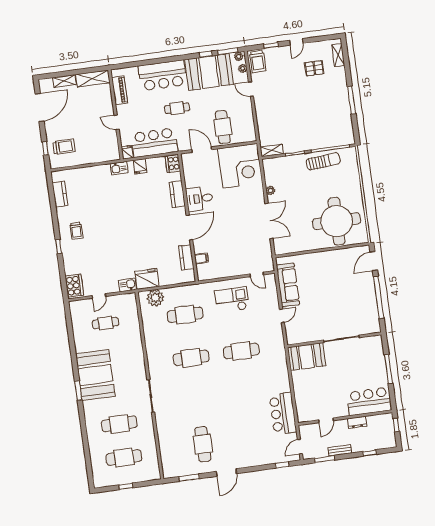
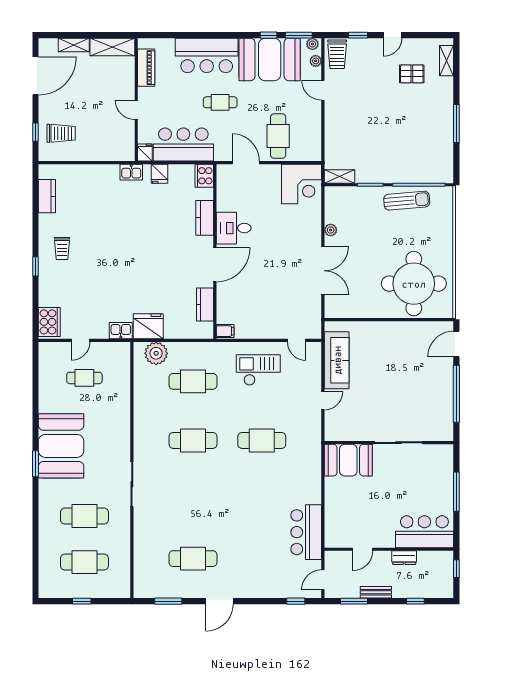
corner desk: (240, 166) -> (302, 184), width x0.74, depth x0.74
filing cabinet: (201, 258) -> (225, 331), moved
cafe table: (203, 444) -> (193, 559), turned 90

